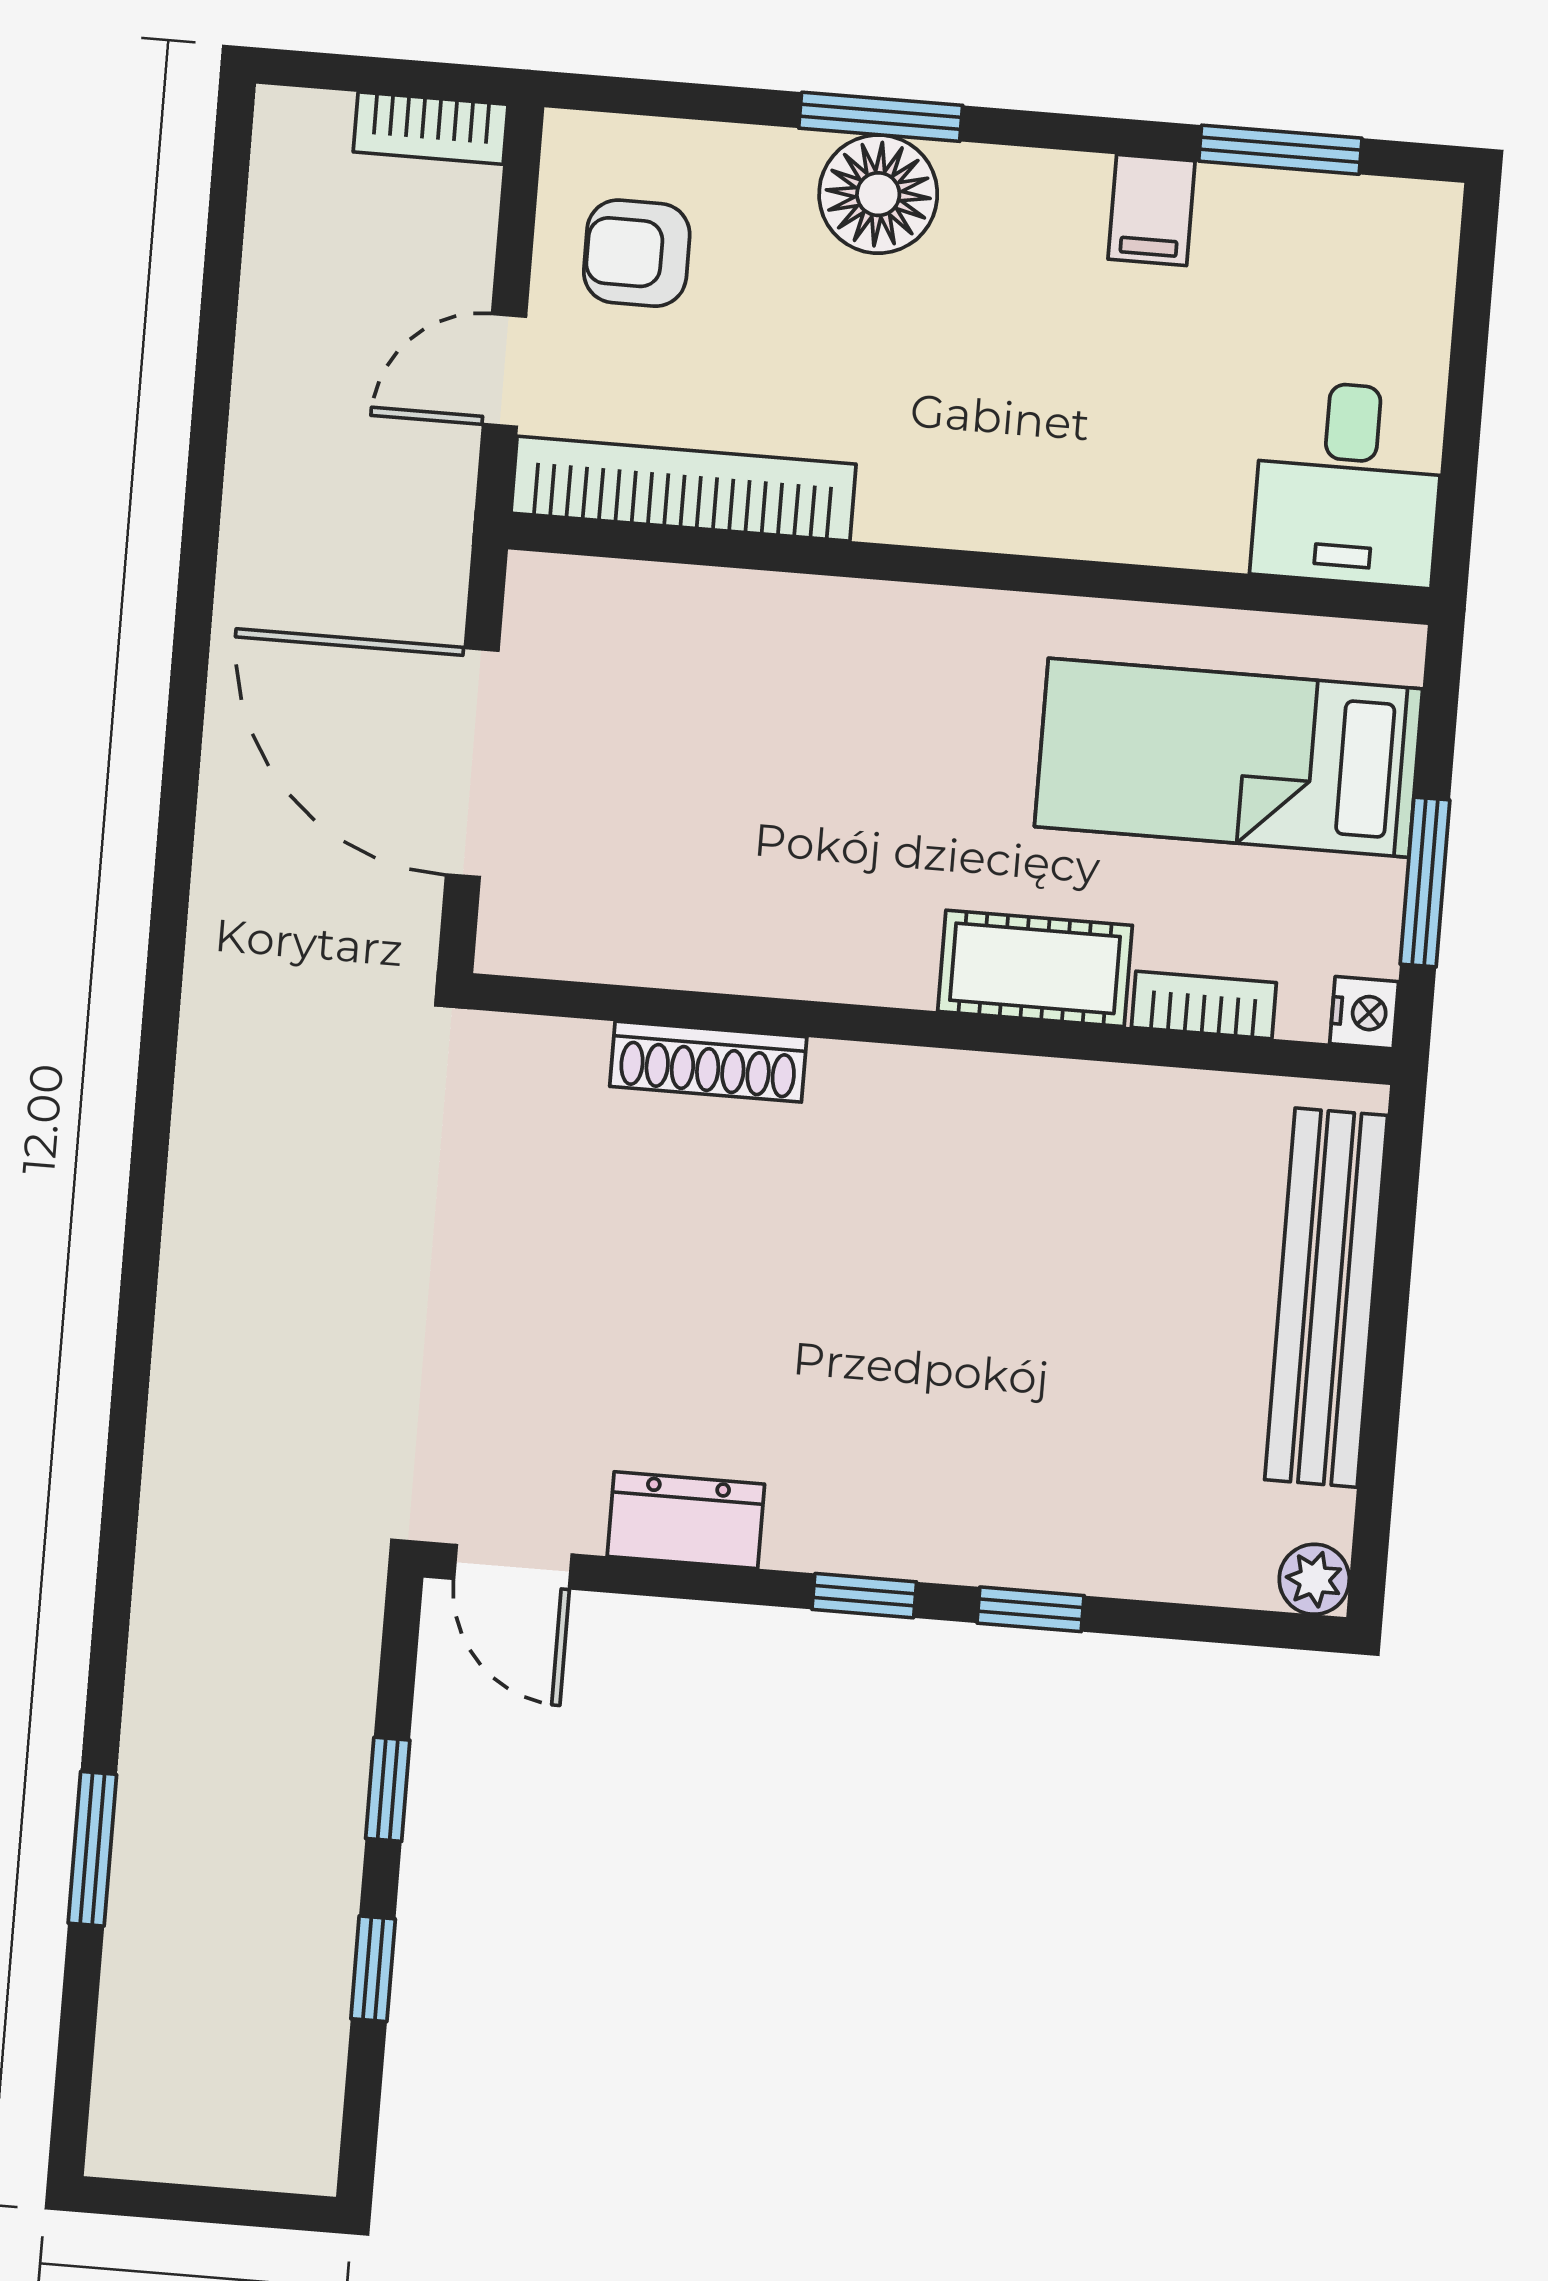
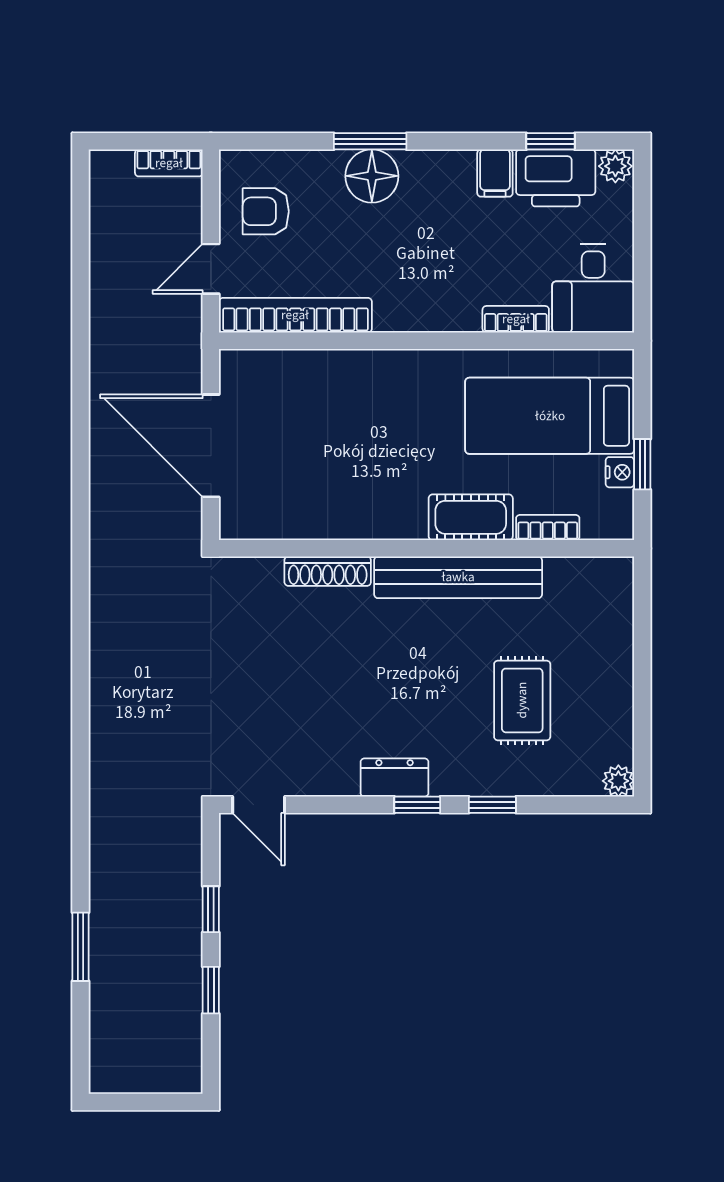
window: (1280, 150) -> (551, 141), width x0.67
plant: (1420, 216) -> (615, 166), added
printer: (1285, 232) -> (556, 178), added
bookcase: (1171, 538) -> (516, 319), added
window: (1425, 882) -> (642, 464), width x0.67
nightstand: (1364, 1013) -> (620, 472), moved
bench: (1326, 1298) -> (458, 577), moved, turned 90
rug: (1116, 1384) -> (522, 700), added
dresser: (686, 1520) -> (395, 778), moved

